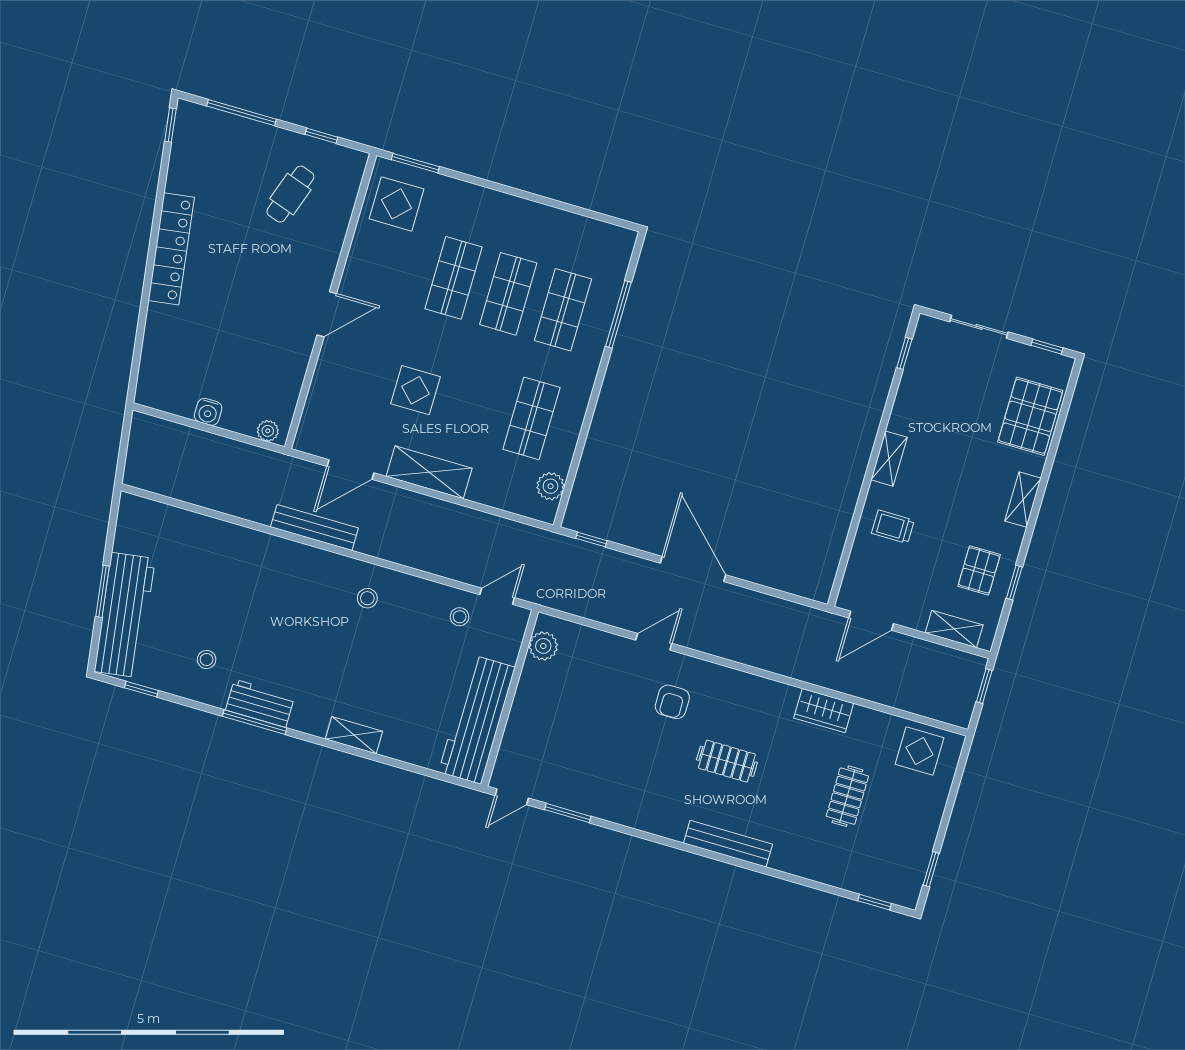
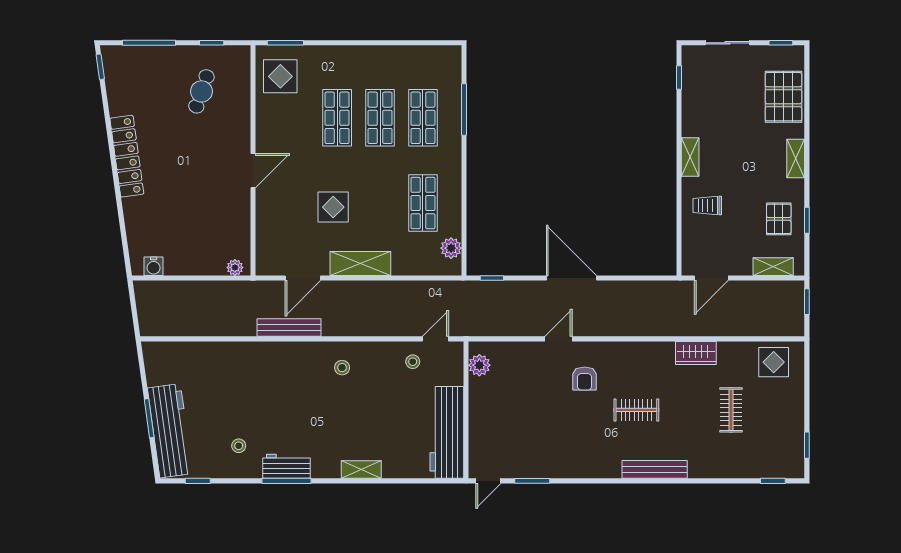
water cooler: (208, 412) -> (154, 266), moved

